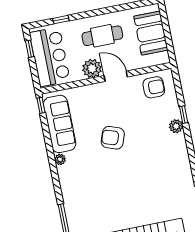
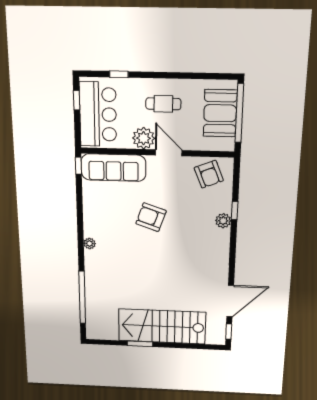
window: (167, 30) -> (239, 113), added
cafe table: (102, 36) -> (163, 104), width x0.73, depth x0.74
armchair: (154, 87) -> (209, 174), turned 68
sofa: (60, 124) -> (114, 168), moved, turned 90
plant: (60, 159) -> (90, 243), moved

